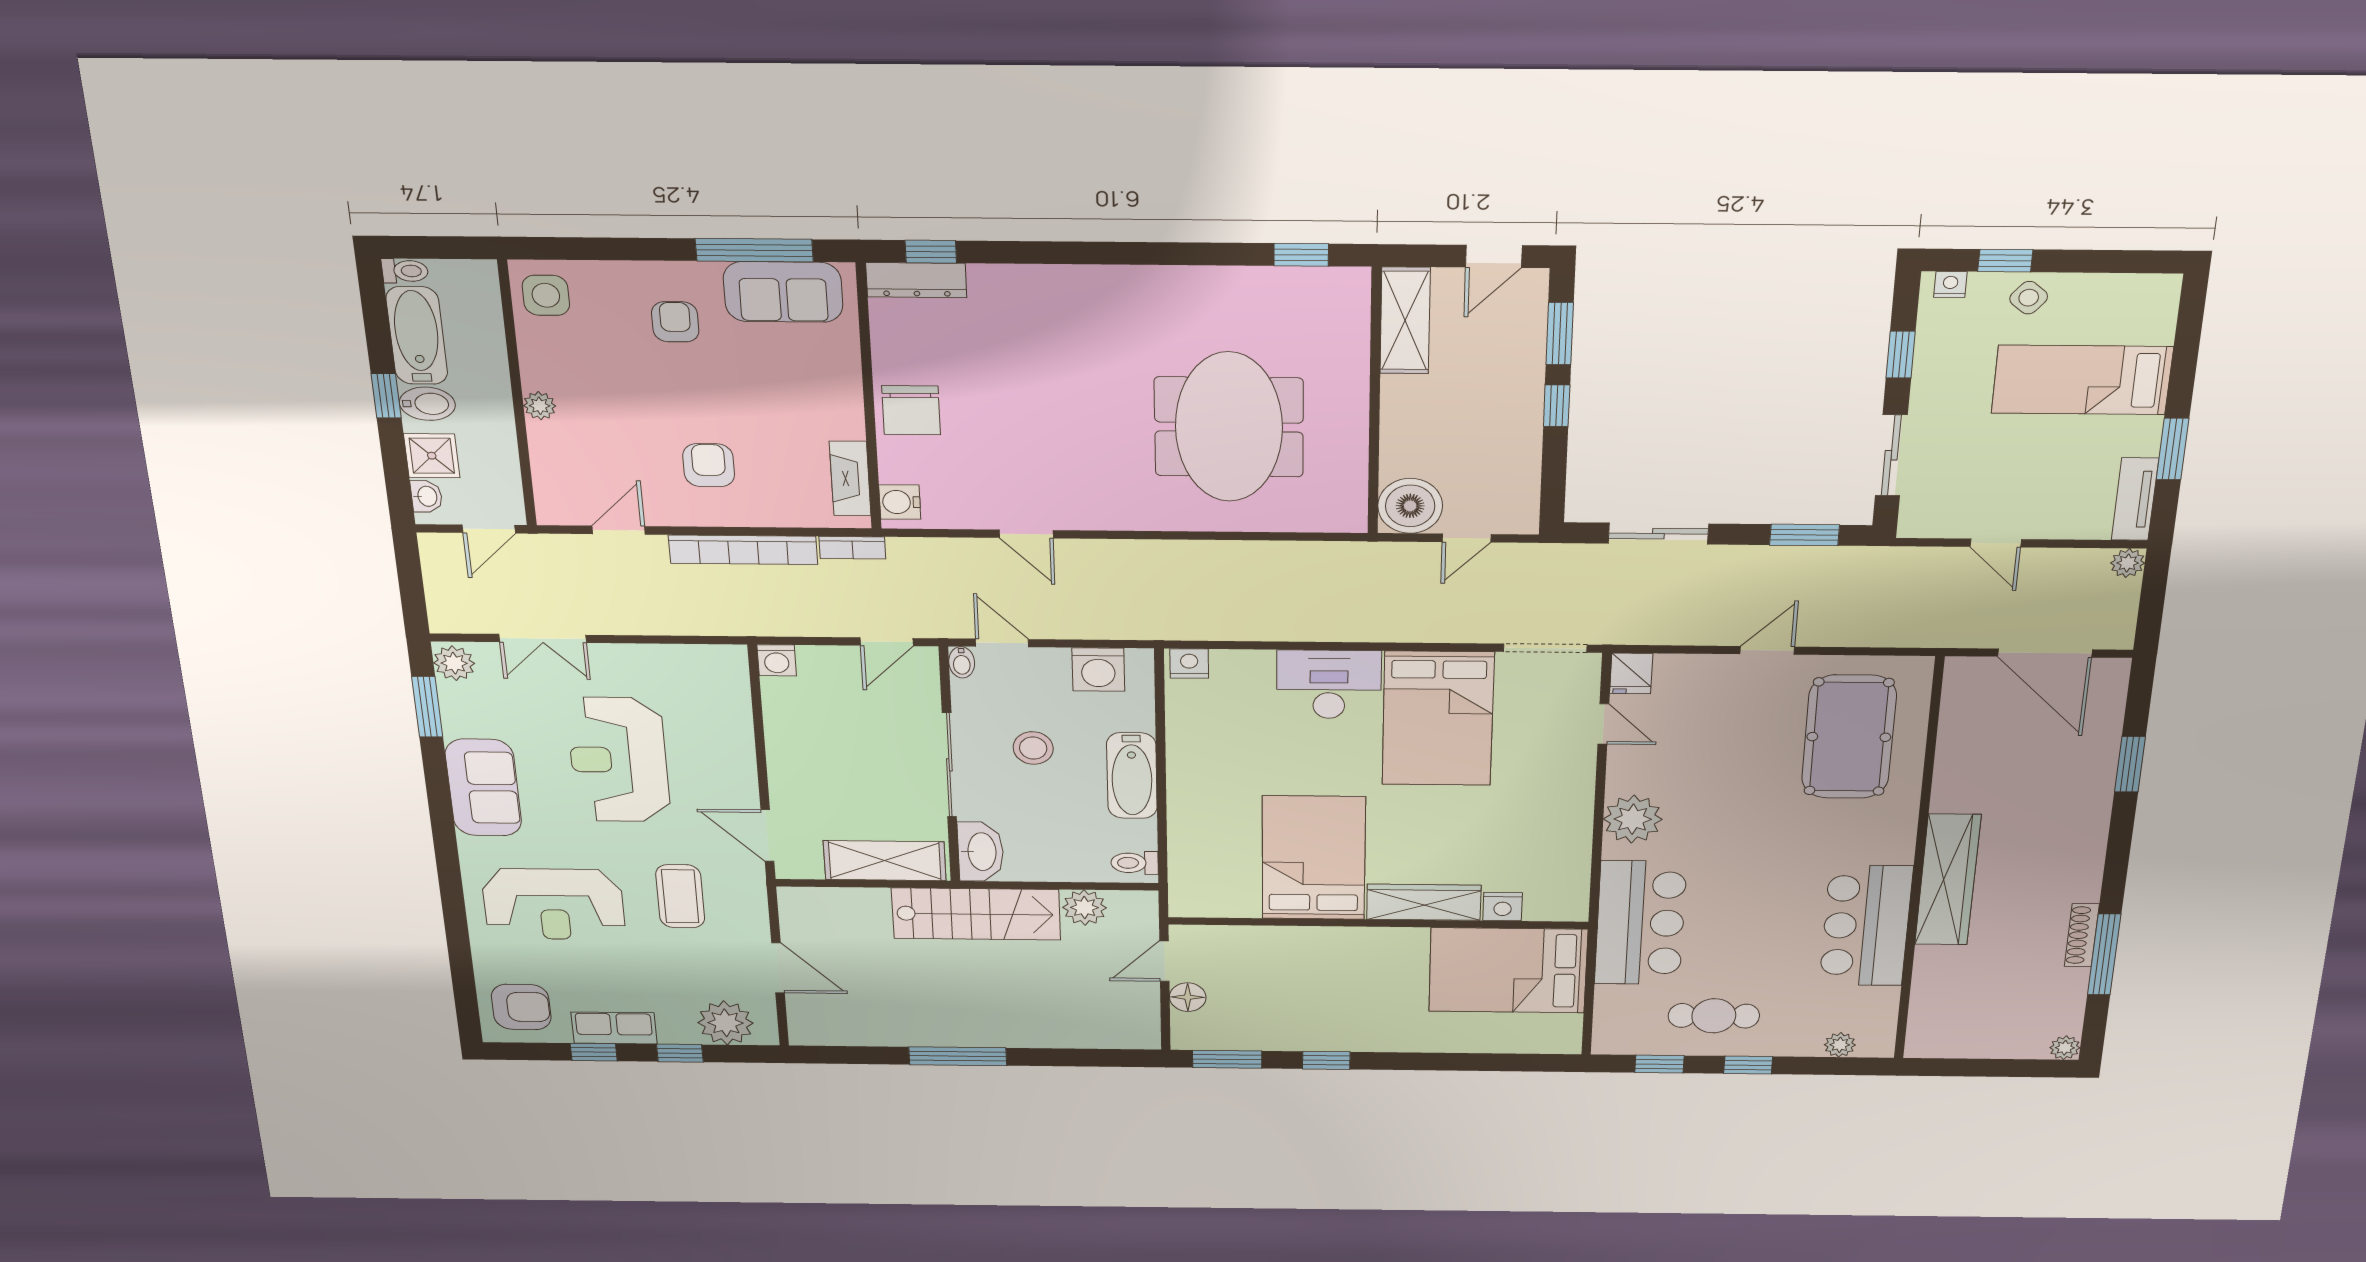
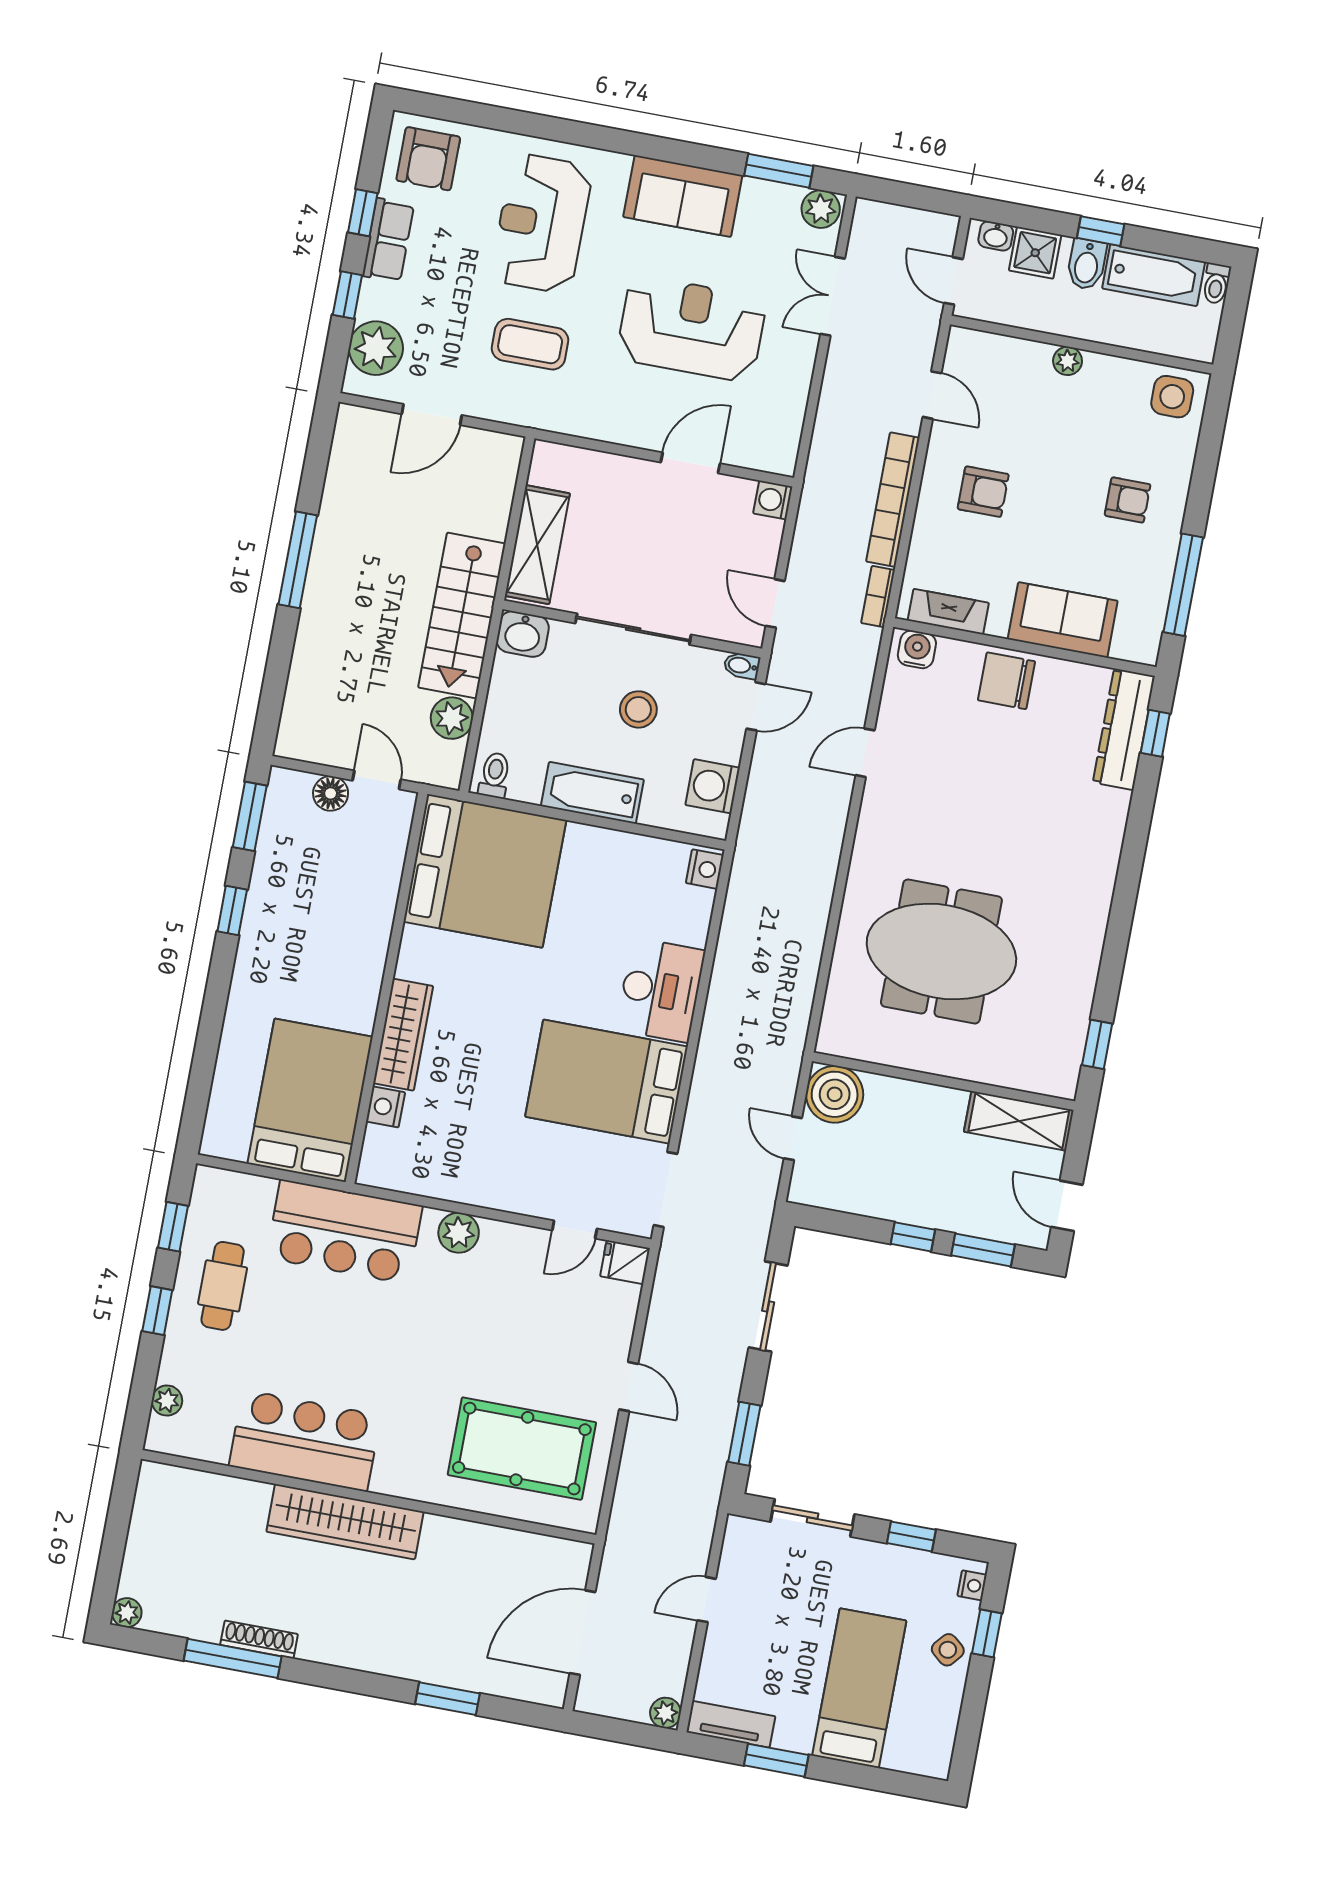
dresser: (916, 280) -> (1124, 729), width x1.37, depth x1.24
sofa: (783, 292) -> (1063, 620), moved, turned 90
plant: (1633, 819) -> (459, 1233), width x0.73, depth x0.73
door: (767, 836) -> (690, 463), moved
washbasin: (981, 852) -> (523, 634), width x0.72
bed: (1314, 858) -> (485, 871), moved, width x1.36

